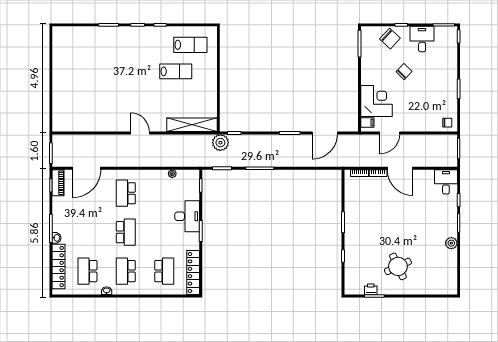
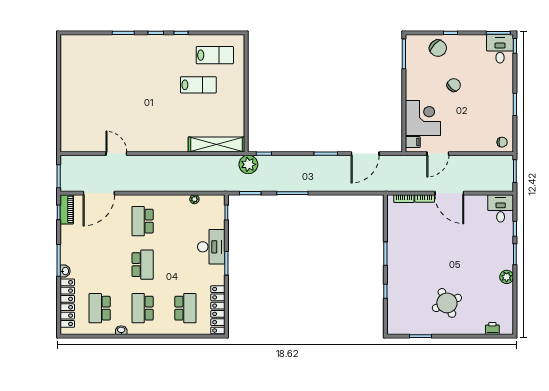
desk: (422, 39) -> (500, 49), moved
door: (140, 133) -> (116, 154), moved
printer: (371, 289) -> (492, 329), moved

